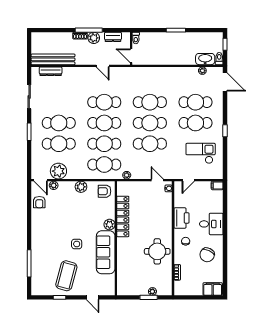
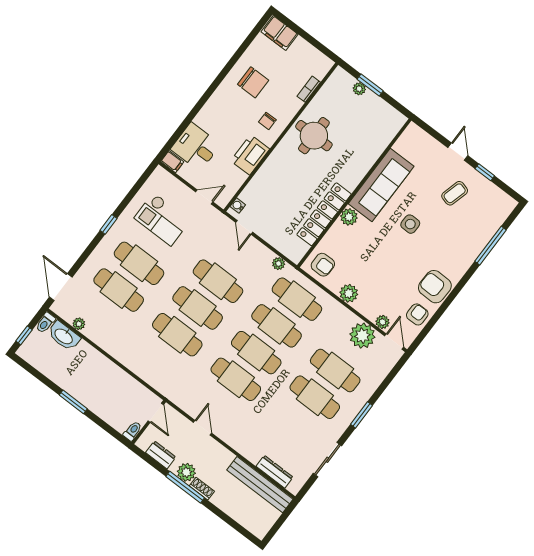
armchair: (41, 222) -> (435, 287), added
desk: (211, 224) -> (196, 147), moved
chair: (207, 255) -> (253, 82), turned 66
coffee table: (66, 276) -> (455, 193), width x0.54, depth x0.58
door: (93, 297) -> (458, 152), moved

